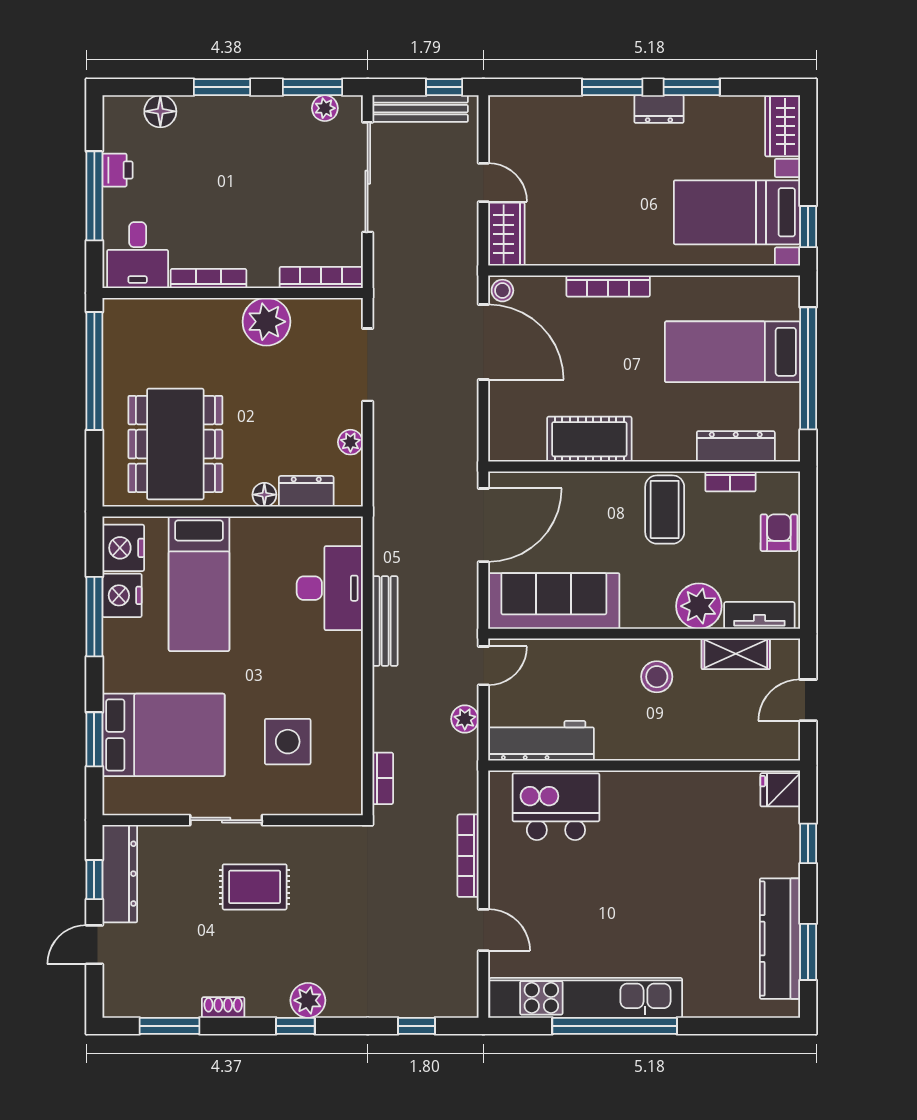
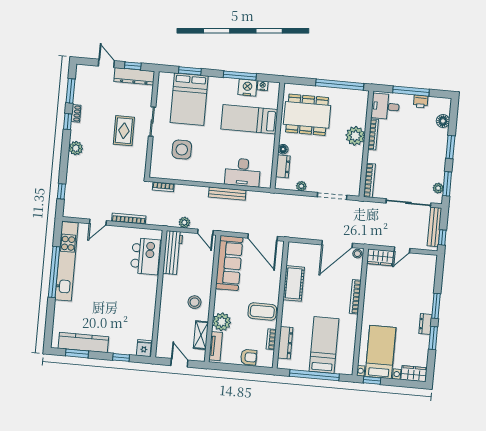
plant: (266, 322) -> (355, 136), moved
nightstand: (123, 548) -> (263, 86), width x0.53, depth x0.56
window: (295, 1026) -> (68, 122), moved

